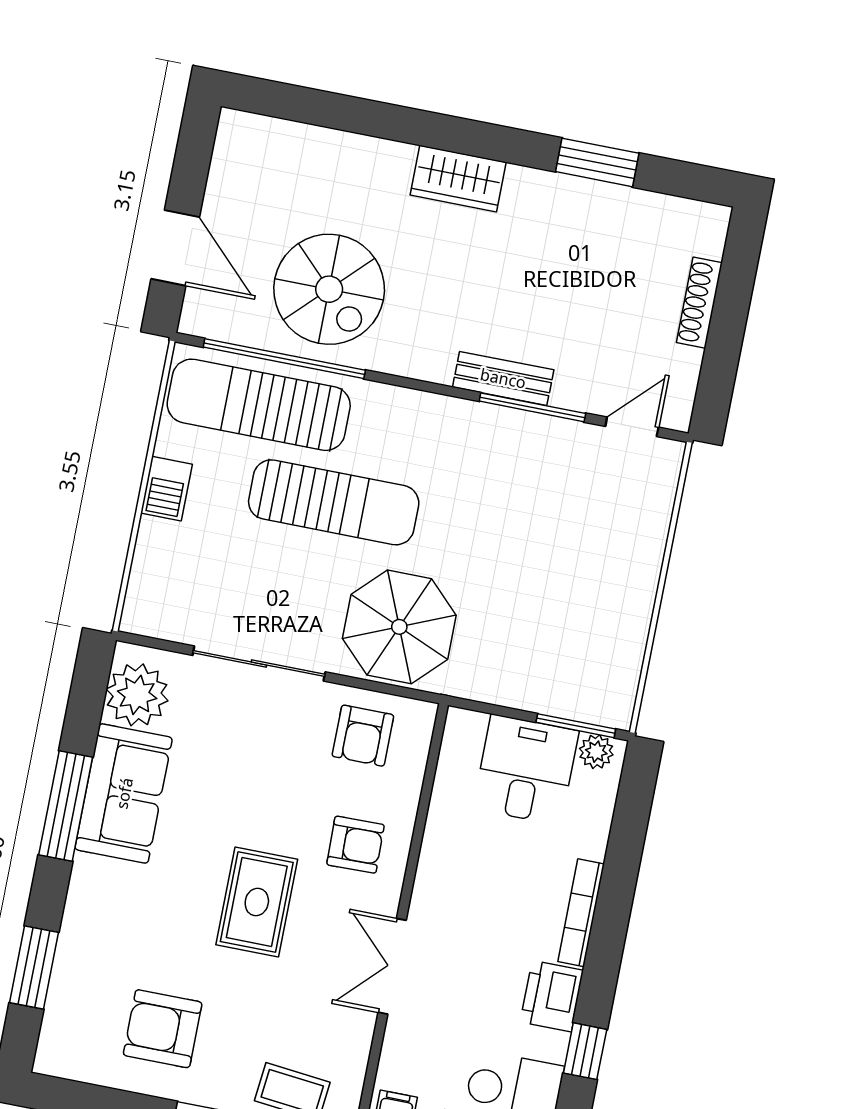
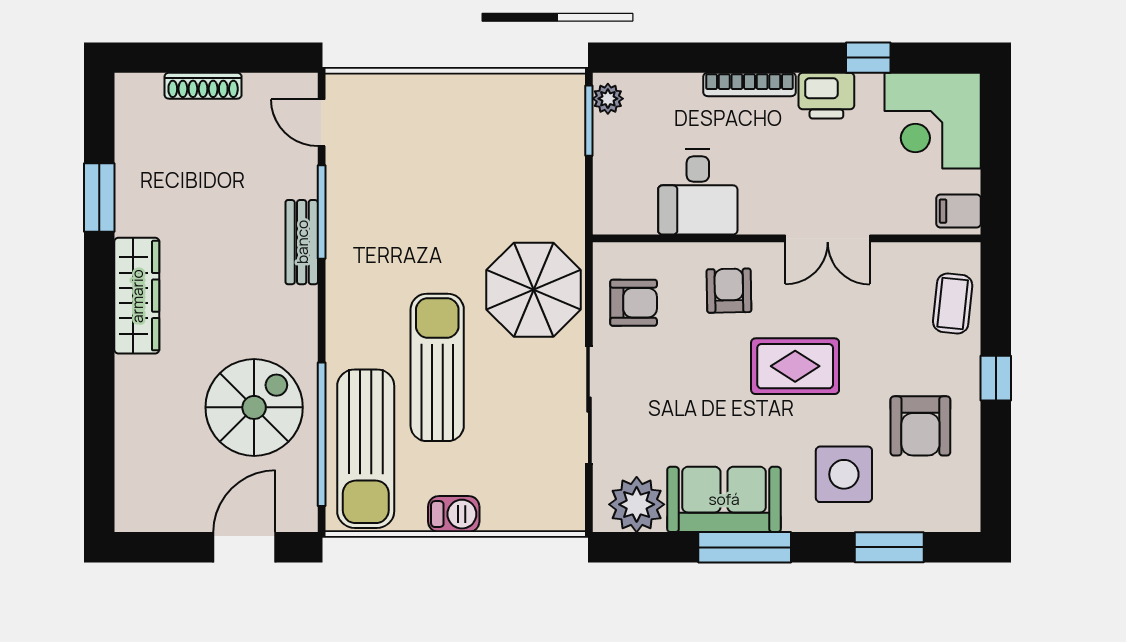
wardrobe: (458, 179) -> (137, 296), width x1.50
desk: (526, 770) -> (698, 192), moved, turned -90
side table: (125, 933) -> (844, 474), added

